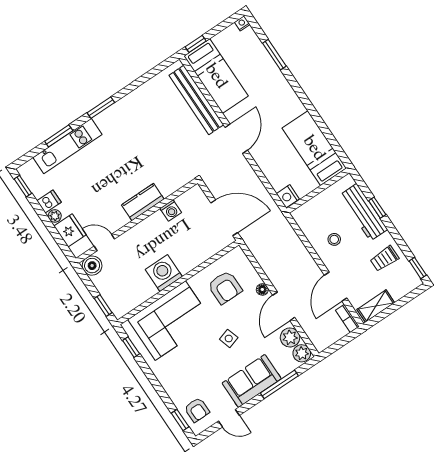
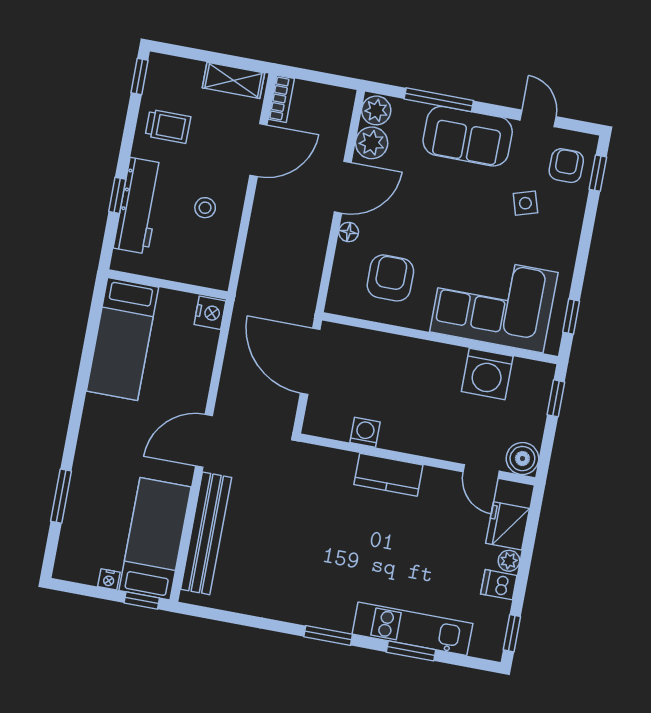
nightstand: (242, 23) -> (109, 579), moved
washing machine: (164, 273) -> (487, 374), moved
side table: (229, 338) -> (525, 203), moved

